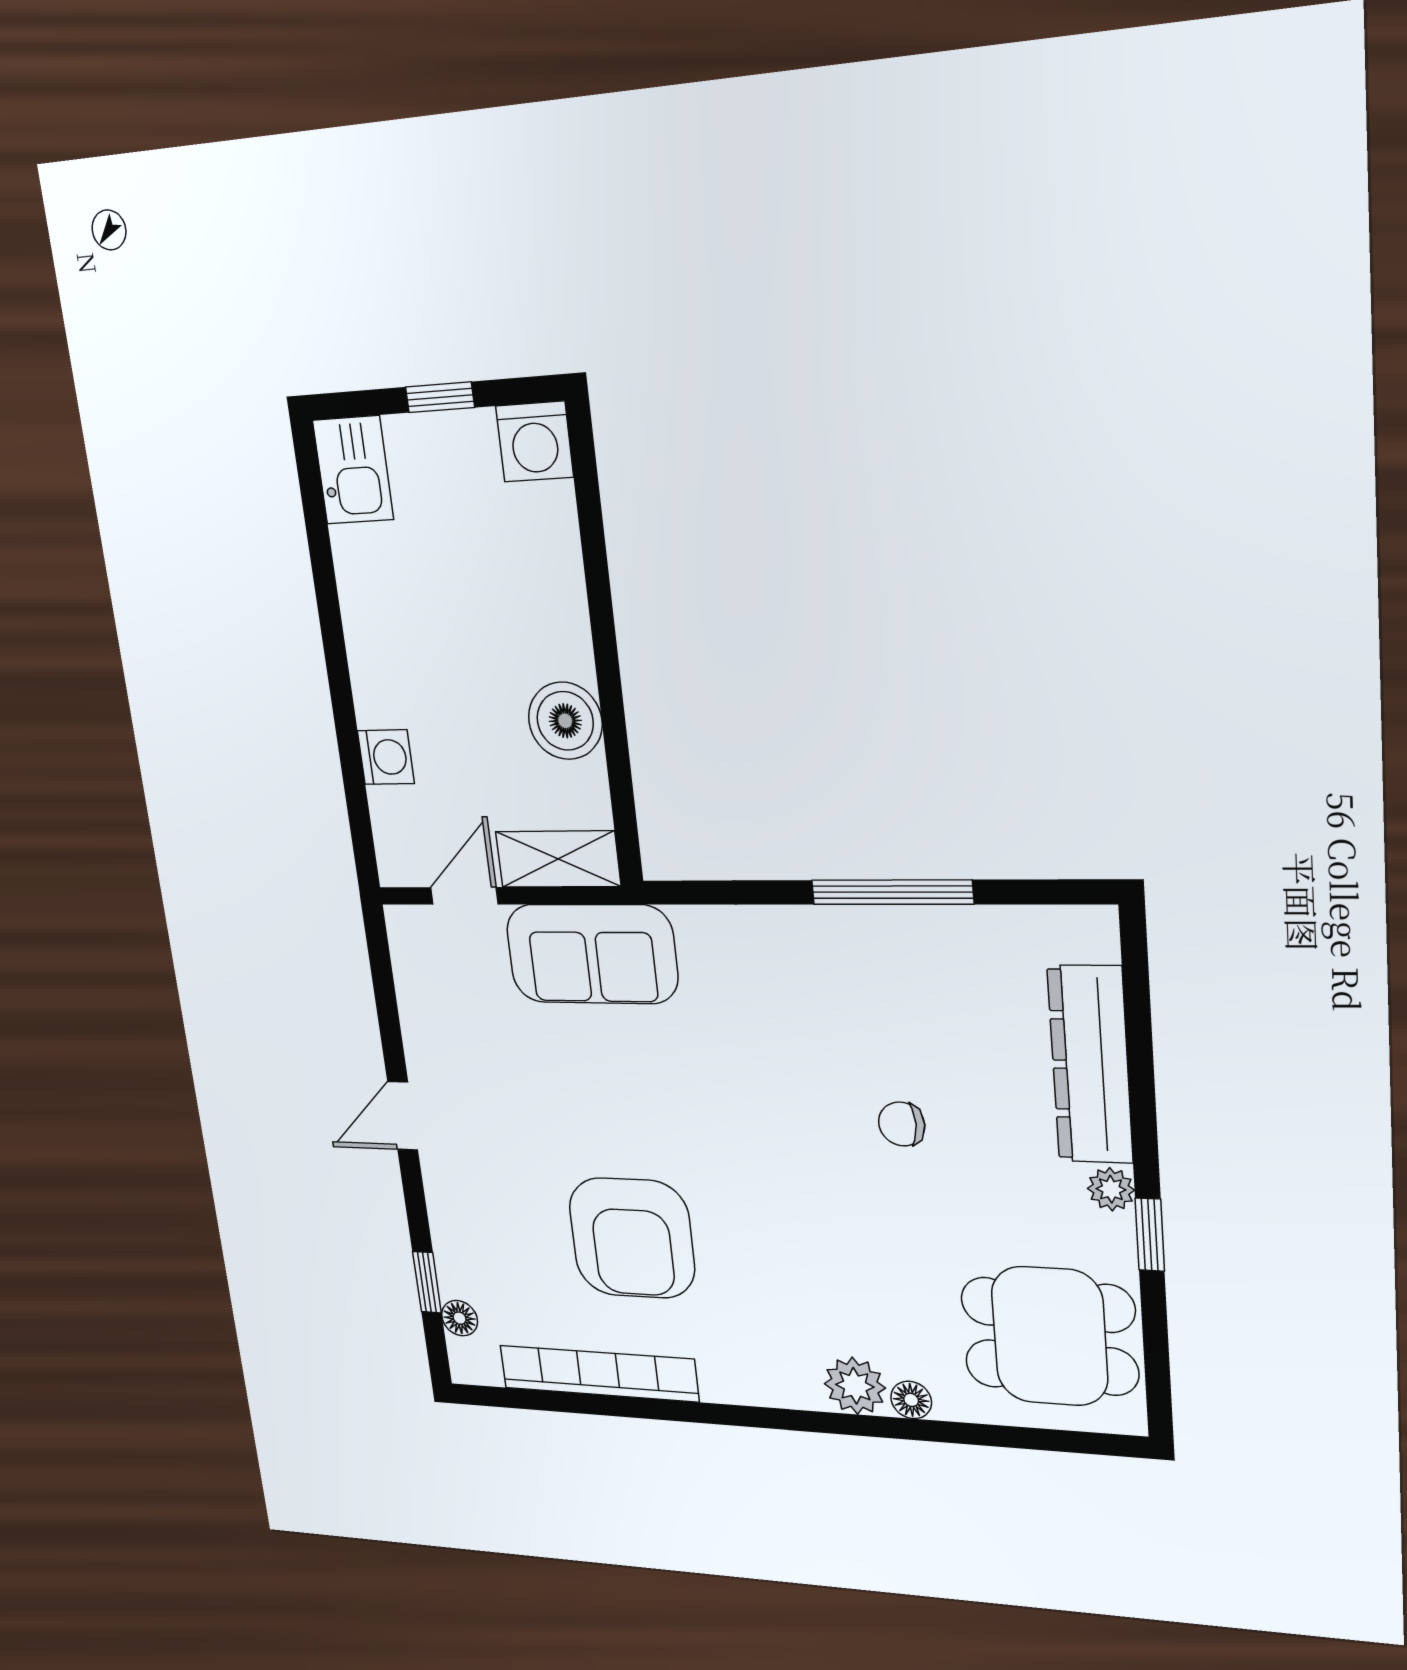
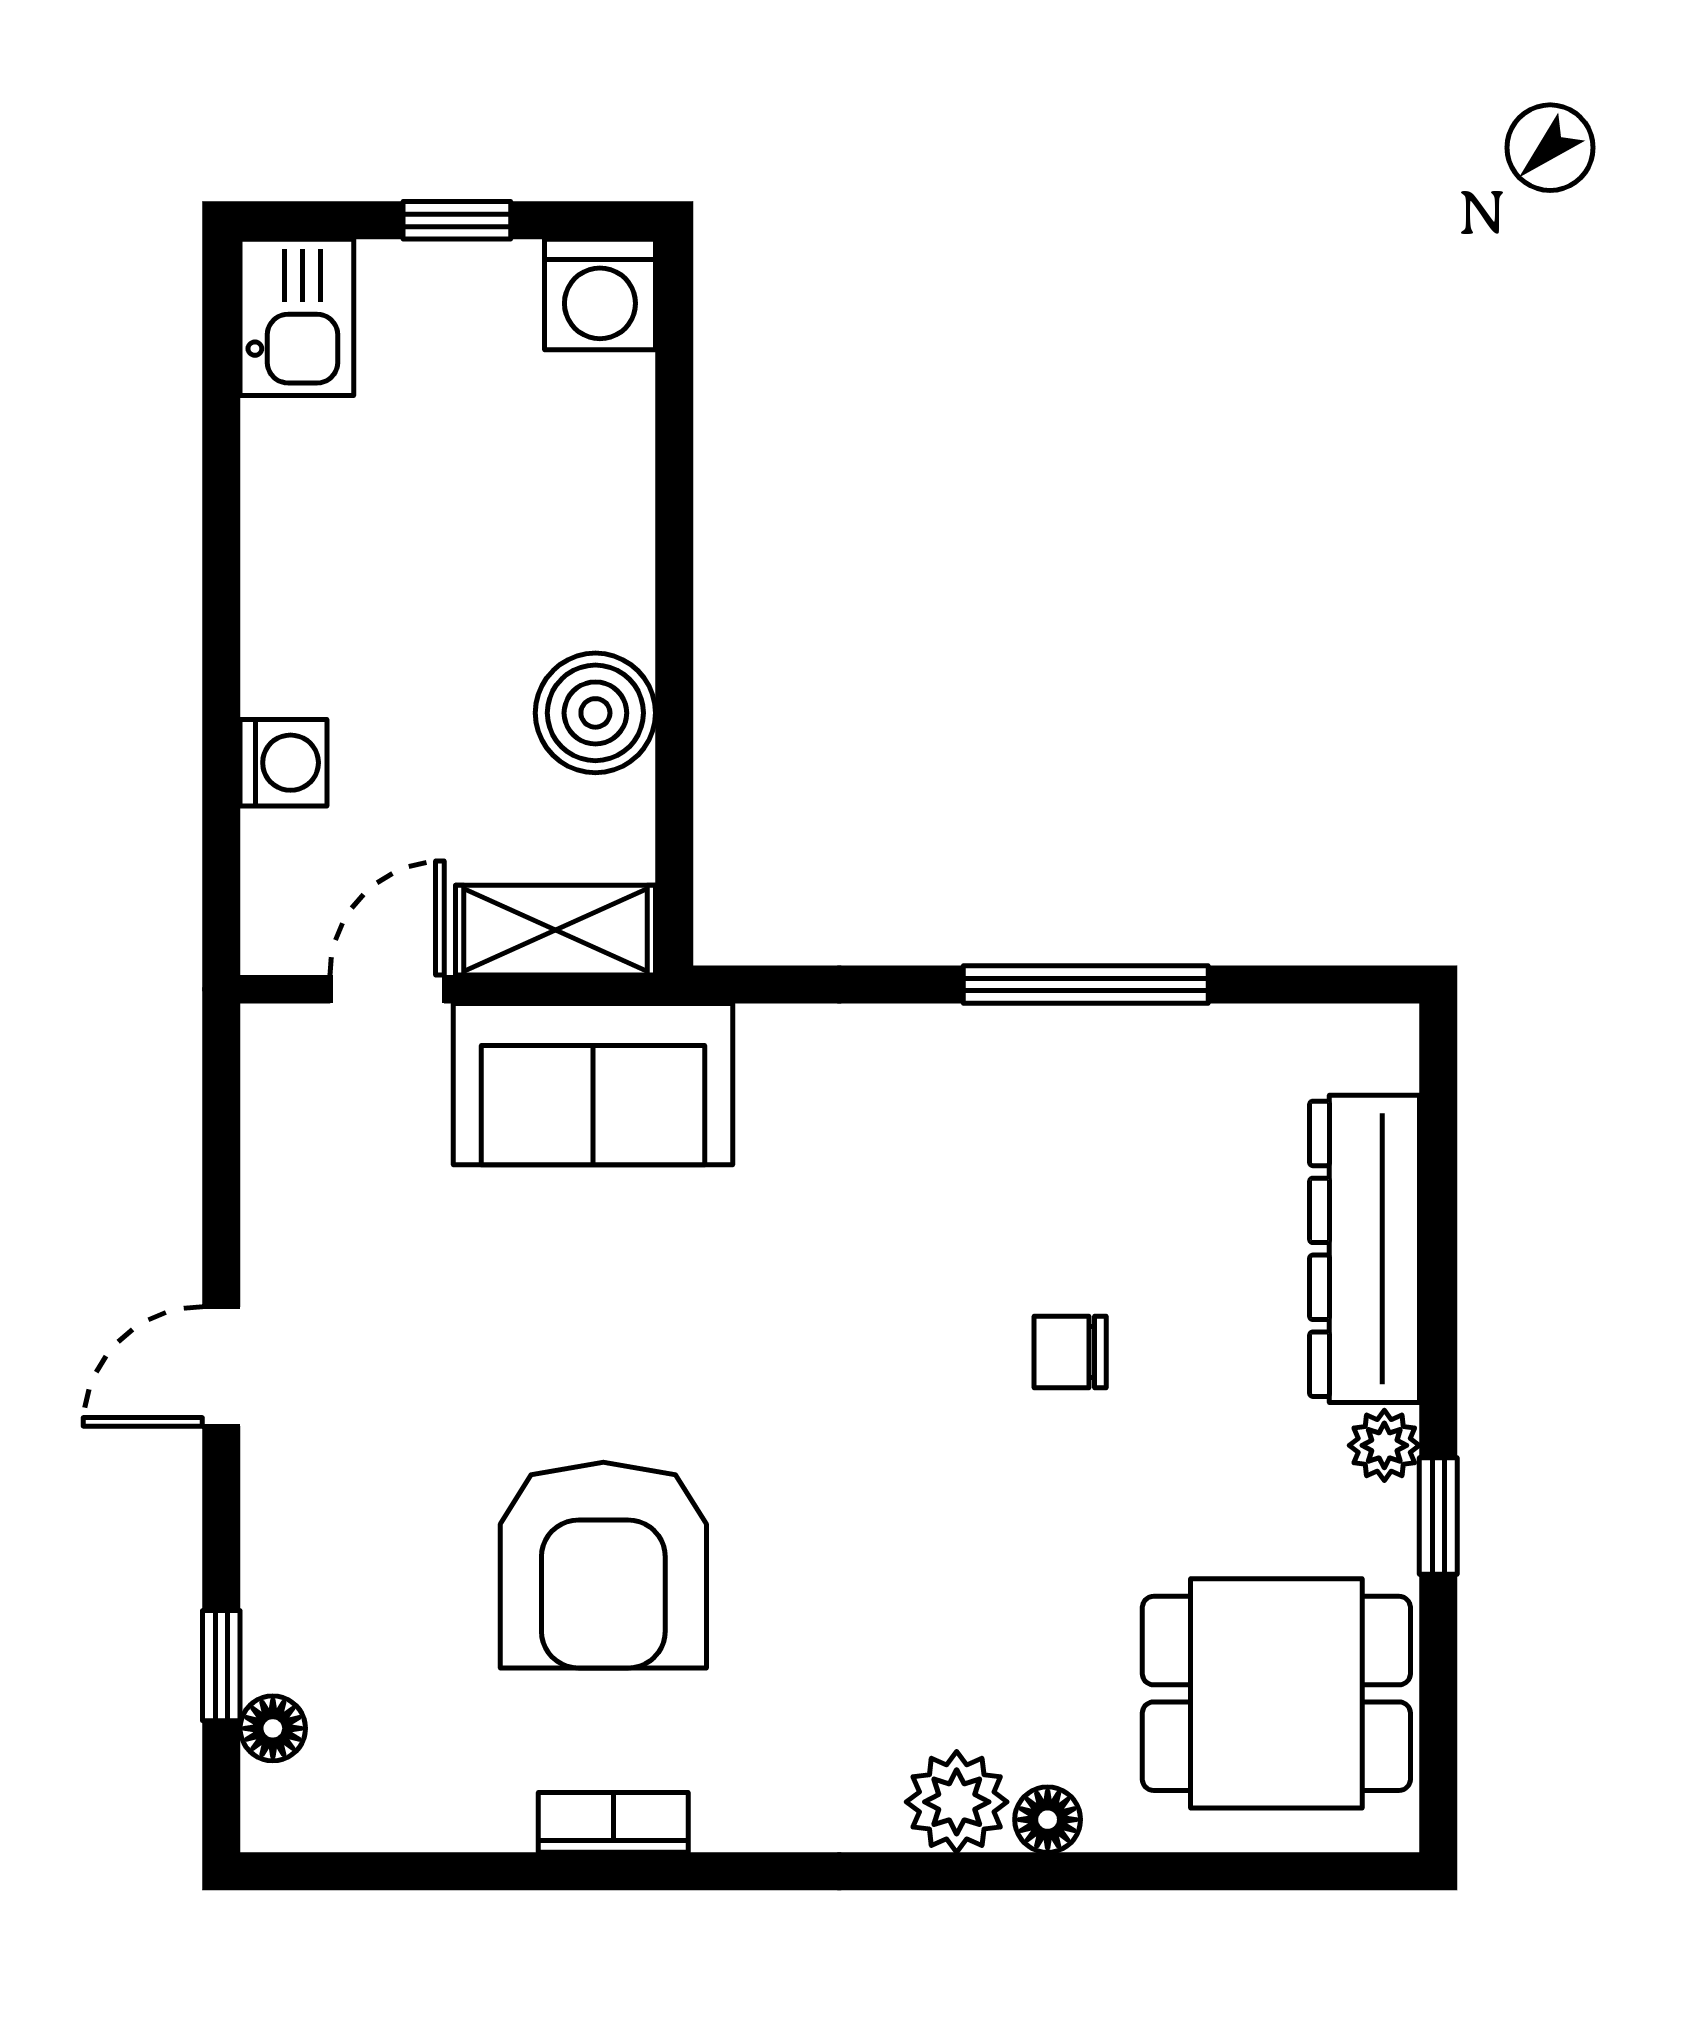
bookcase: (599, 1373) -> (613, 1822), width x0.43, depth x0.76

